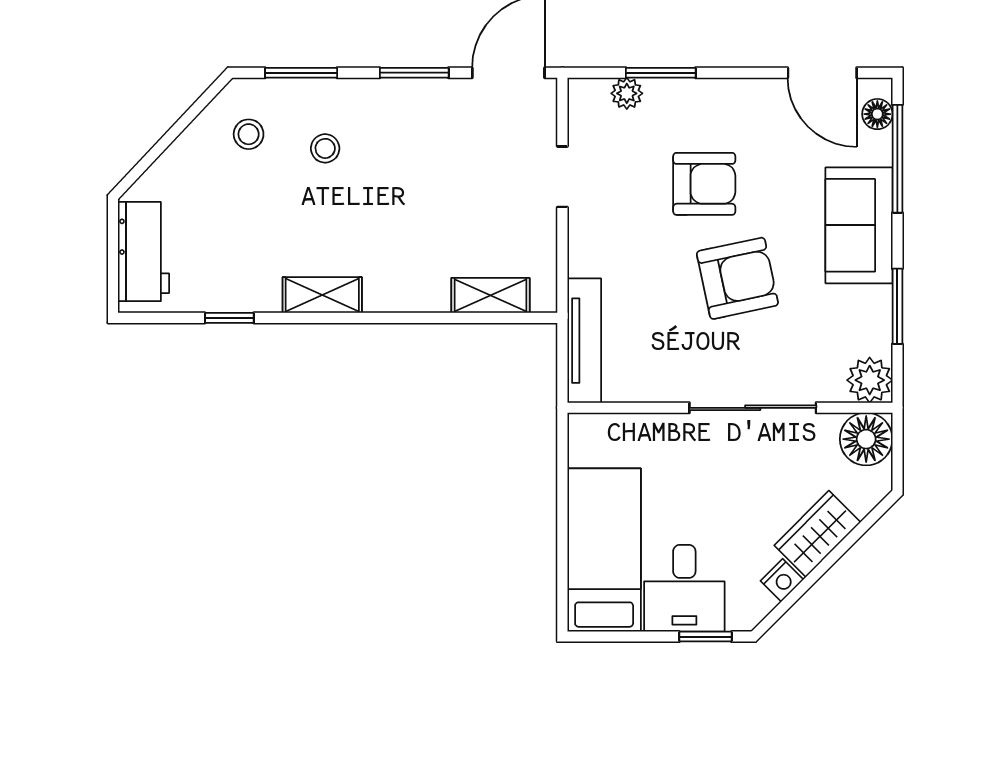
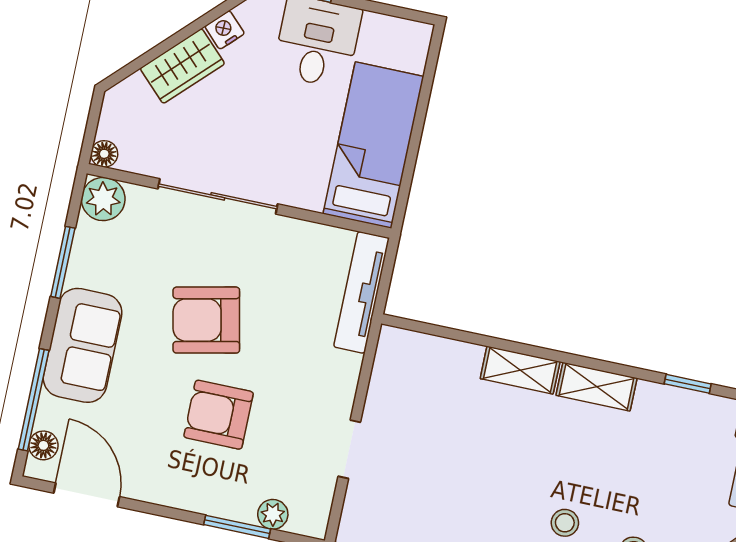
shelving: (490, 295) -> (520, 370), moved
floor lamp: (866, 439) -> (104, 154), width x0.53, depth x0.53
bed: (604, 550) -> (373, 145), moved, turned 180

